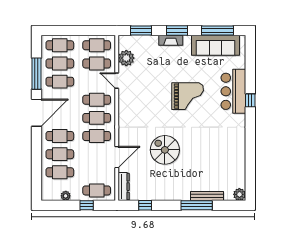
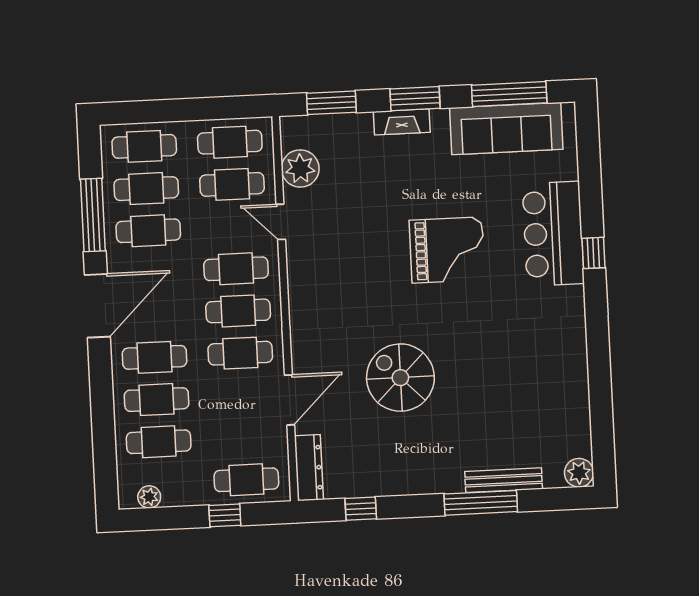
plant: (66, 196) -> (149, 497), moved

